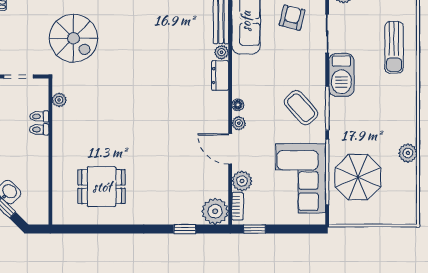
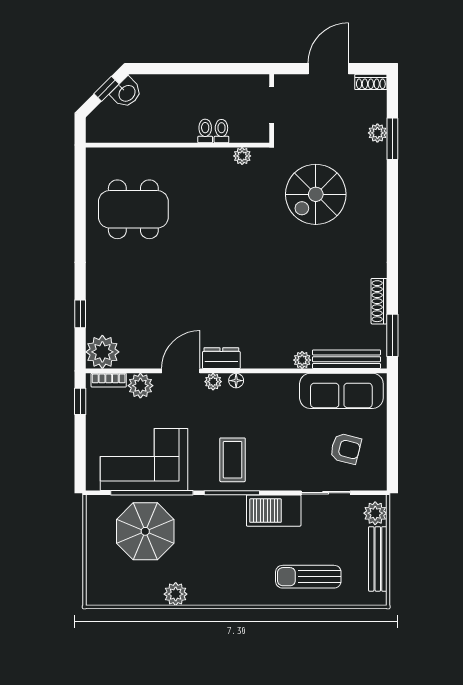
spiral stairs: (73, 38) -> (316, 194), moved
dresser: (220, 76) -> (221, 358), moved
coffee table: (301, 108) -> (233, 460), turned -48
dining table: (102, 187) -> (133, 209), width x1.38

